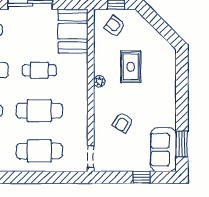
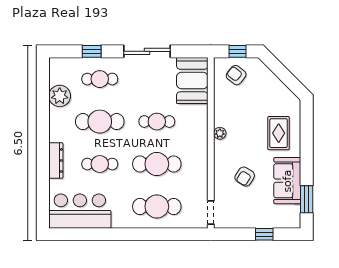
rug: (131, 67) -> (279, 133), moved
sofa: (163, 150) -> (287, 181), moved

